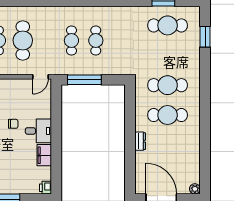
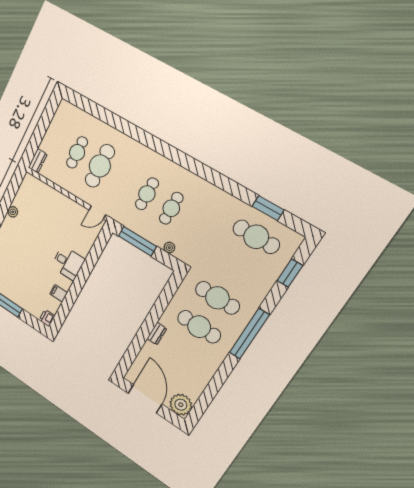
plant: (111, 70) -> (169, 248), added
window: (205, 97) -> (249, 334), added
chair: (13, 124) -> (49, 242), removed
filing cabinet: (44, 155) -> (59, 293), width x0.50
plant: (195, 189) -> (181, 405), width x1.88, depth x1.88

